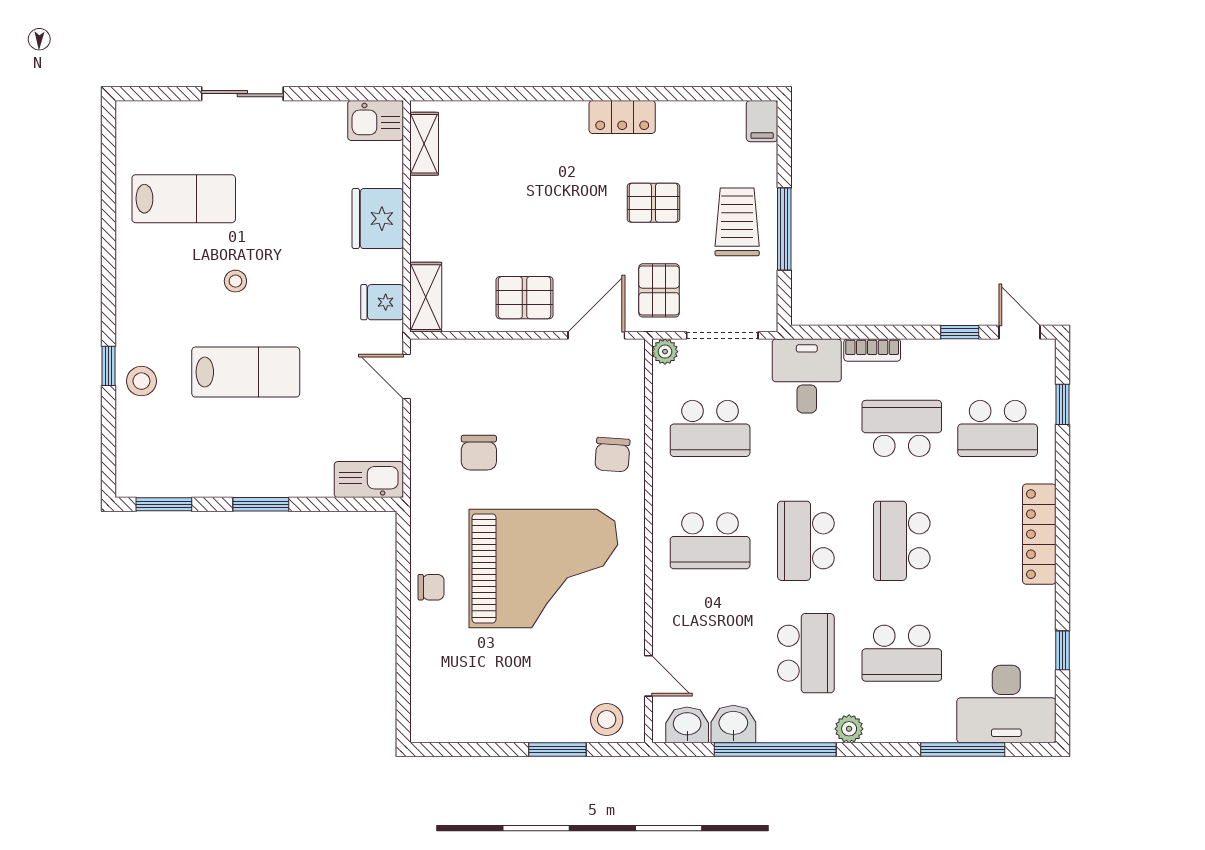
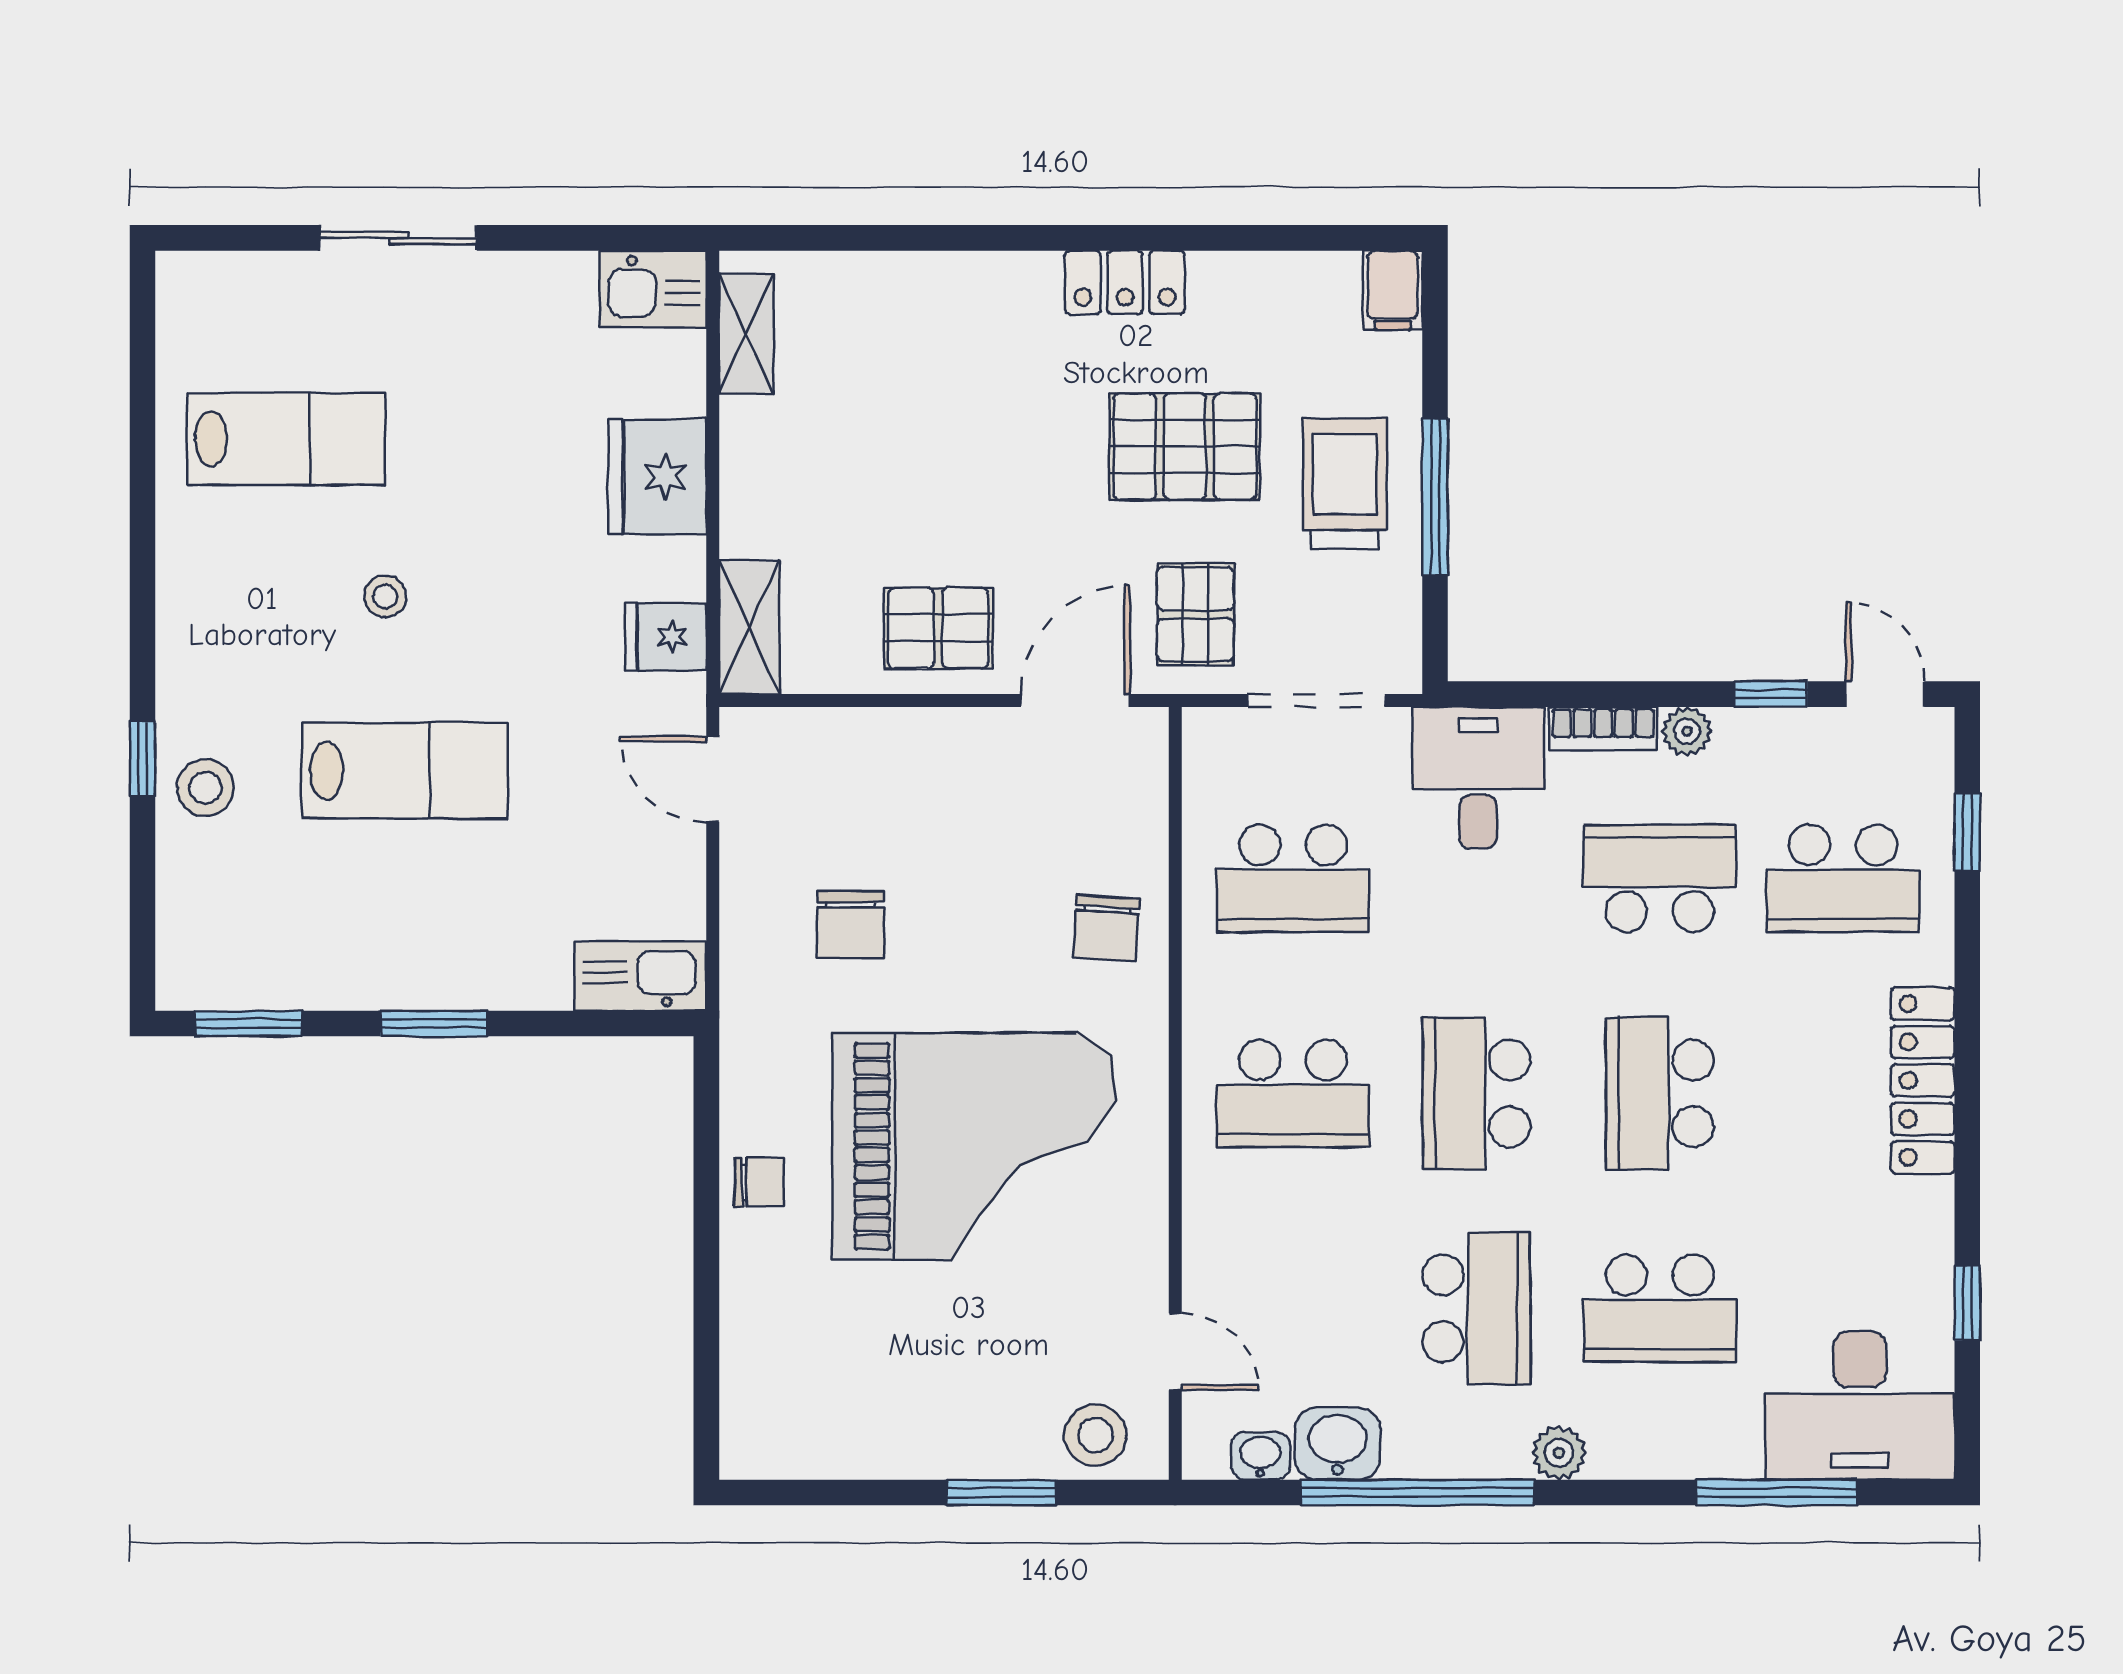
pallet: (653, 203) -> (1185, 447), width x1.50, depth x1.42
plant: (665, 352) -> (1687, 731), moved
washbasin: (687, 725) -> (1260, 1456), width x0.72, depth x0.69

